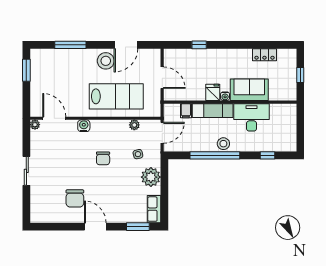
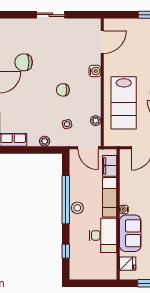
fridge: (213, 92) -> (128, 264), moved
filing cabinet: (186, 111) -> (110, 166), width x2.00
plant: (35, 125) -> (96, 23), removed
plant: (151, 177) -> (45, 141), width x0.53, depth x0.53

